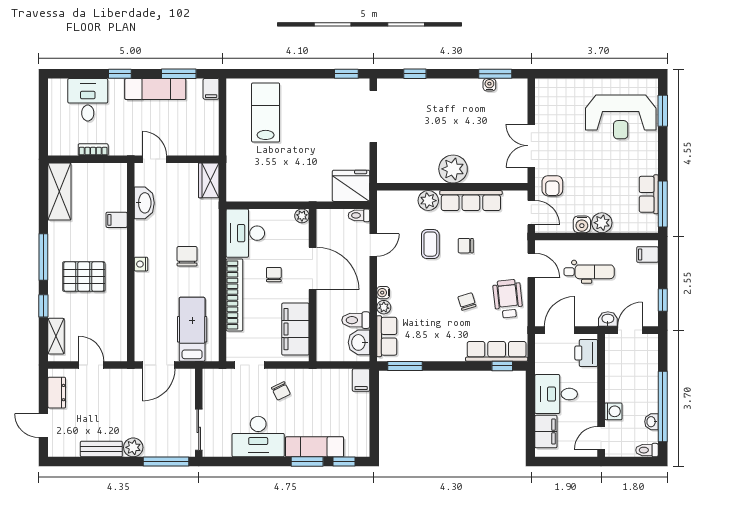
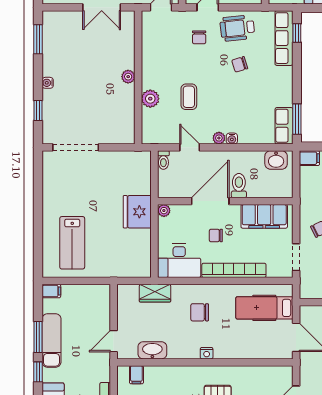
window: (179, 74) -> (38, 337), moved
window: (346, 74) -> (38, 171), removed
water cooler: (489, 85) -> (48, 83), moved
lab bench: (266, 112) -> (72, 243), turned -90
plant: (453, 169) -> (128, 77), width x0.53, depth x0.53
wardrobe: (209, 180) -> (155, 293), moved
fridge: (351, 186) -> (137, 212), moved
row of seats: (471, 201) -> (150, 61), removed
filing cabinet: (117, 220) -> (136, 375), moved
coffee table: (430, 244) -> (189, 97), turned 90
chair: (466, 246) -> (199, 37), moved
plant: (384, 307) -> (219, 138), moved
toilet: (356, 320) -> (239, 186), moved, turned 180
row of seats: (387, 336) -> (284, 126), moved, turned -90

